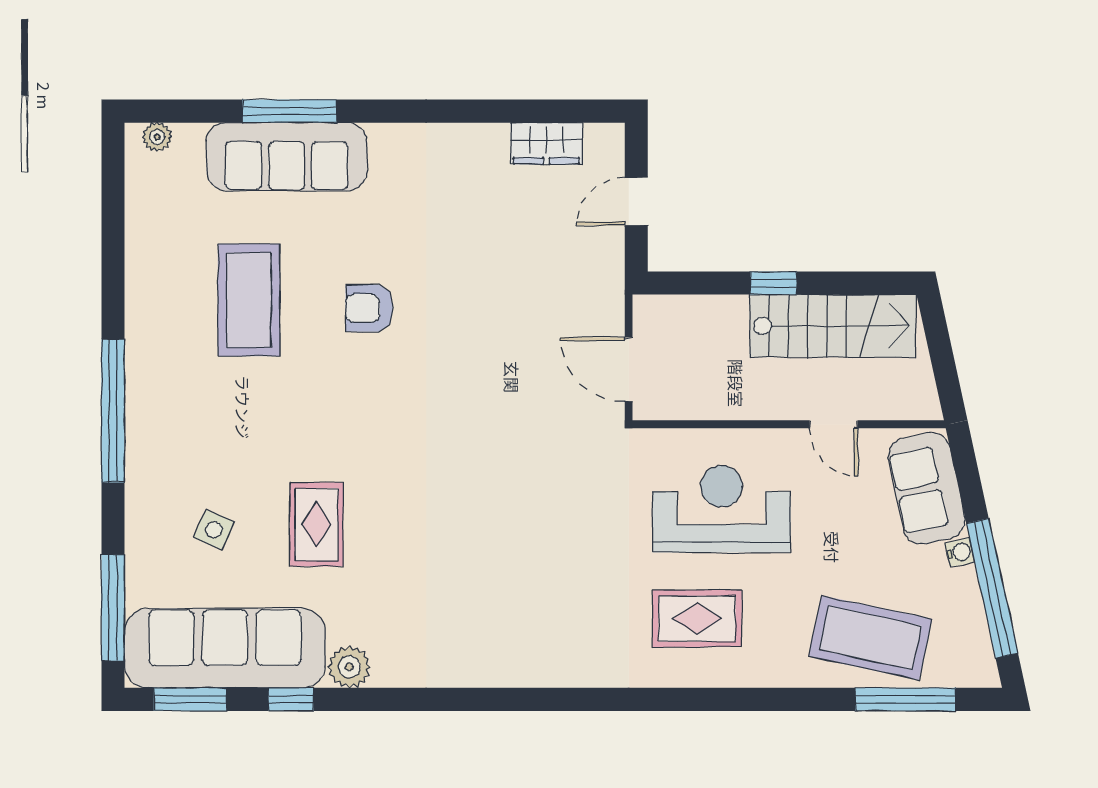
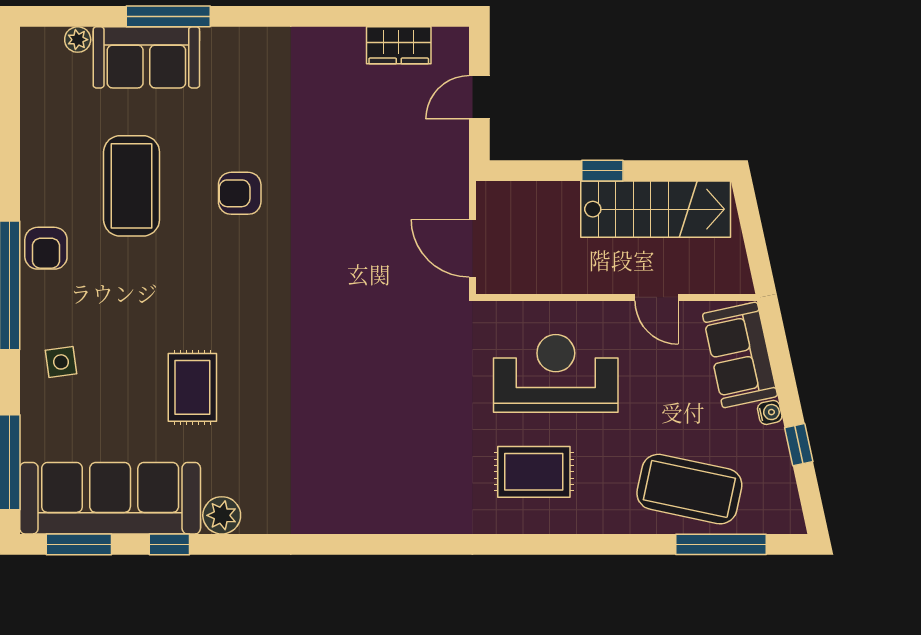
plant: (157, 137) -> (78, 40), moved
sofa: (287, 157) -> (146, 57), width x0.73
armchair: (153, 369) -> (46, 248), added
side table: (214, 530) -> (61, 362), moved, turned -31
window: (992, 588) -> (799, 445), width x0.32

